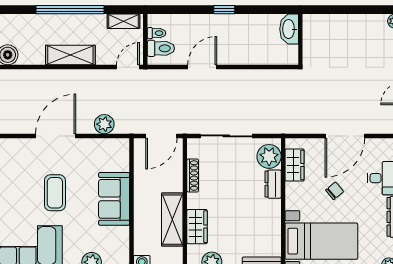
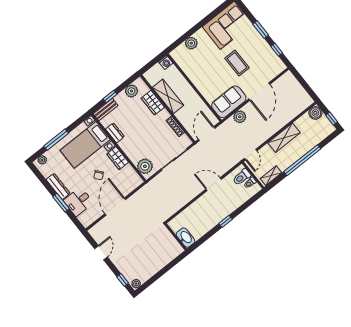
door: (202, 67) -> (214, 184), swing flipped
wardrobe: (295, 165) -> (118, 158), moved
dresser: (273, 184) -> (115, 133), moved
sofa: (114, 199) -> (229, 102), moved, turned -90

